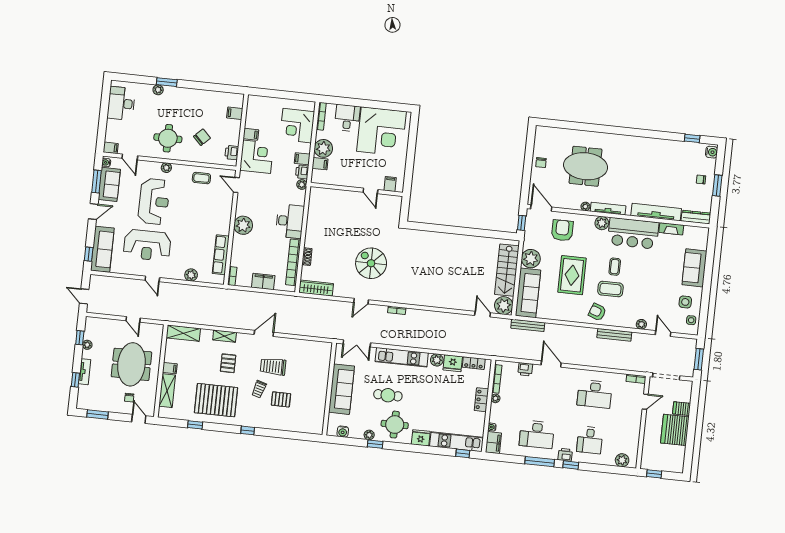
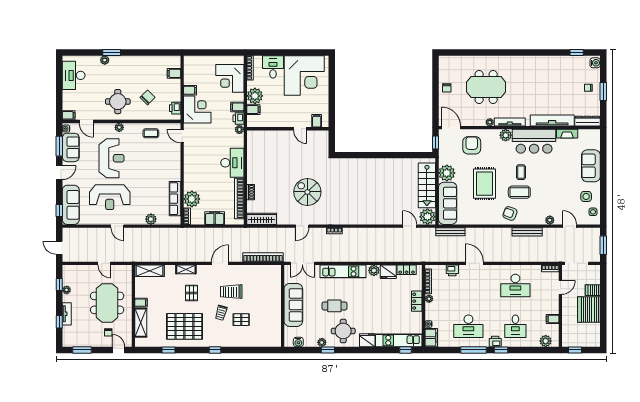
plant: (243, 225) -> (192, 199), moved
bookcase: (313, 332) -> (263, 257), added
filing cabinet: (633, 436) -> (553, 319), added

